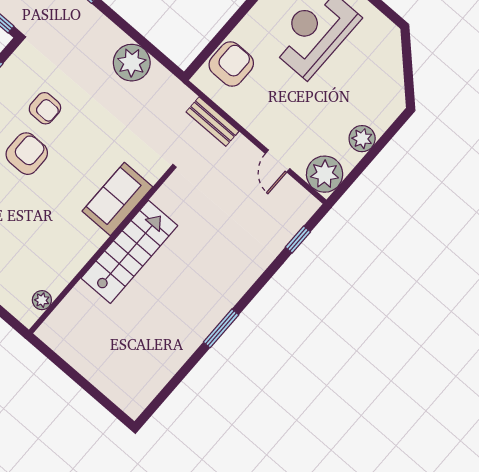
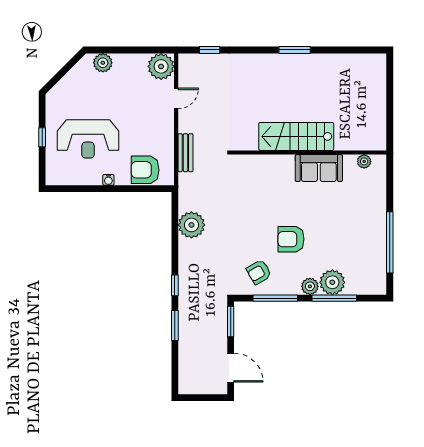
water cooler: (254, 17) -> (108, 180), added
armchair: (45, 108) -> (259, 272), moved, turned -120
plant: (362, 139) -> (103, 63), moved
sofa: (117, 199) -> (319, 168), moved

